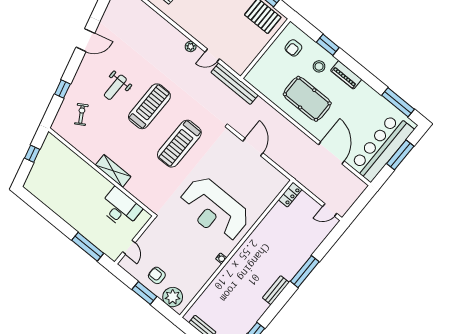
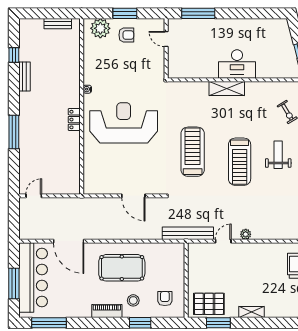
locker: (290, 195) -> (74, 120), moved
desk: (120, 208) -> (237, 64), moved
bench: (276, 290) -> (24, 77), moved

